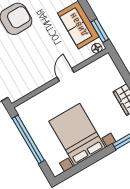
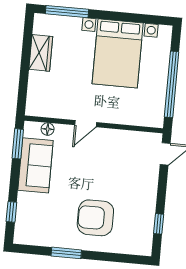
floor lamp: (97, 48) -> (48, 129), moved

